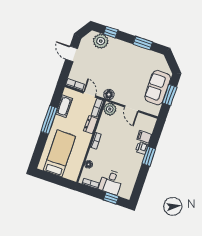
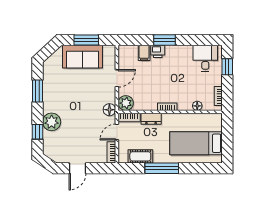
plant: (101, 41) -> (52, 122), moved
desk: (111, 182) -> (205, 58), moved, turned -90

